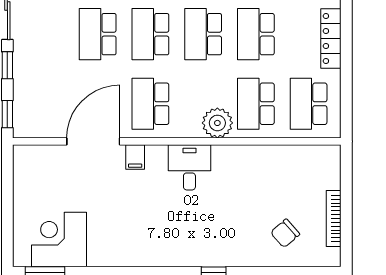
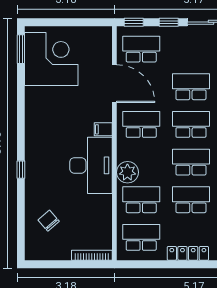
school desk: (45, 104) -> (141, 49), added
filing cabinet: (135, 157) -> (103, 129), moved
desk: (189, 167) -> (91, 165), width x1.87, depth x1.30
bookcase: (334, 219) -> (92, 255), moved
corner desk: (59, 239) -> (51, 59), width x1.36, depth x1.36

